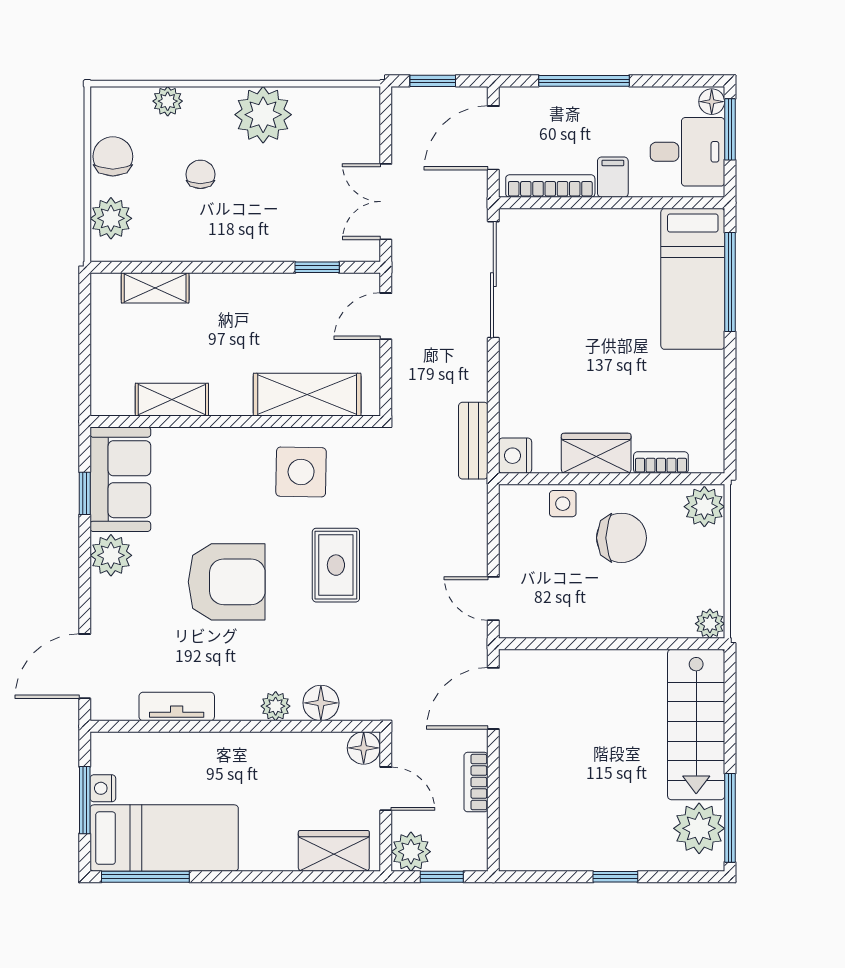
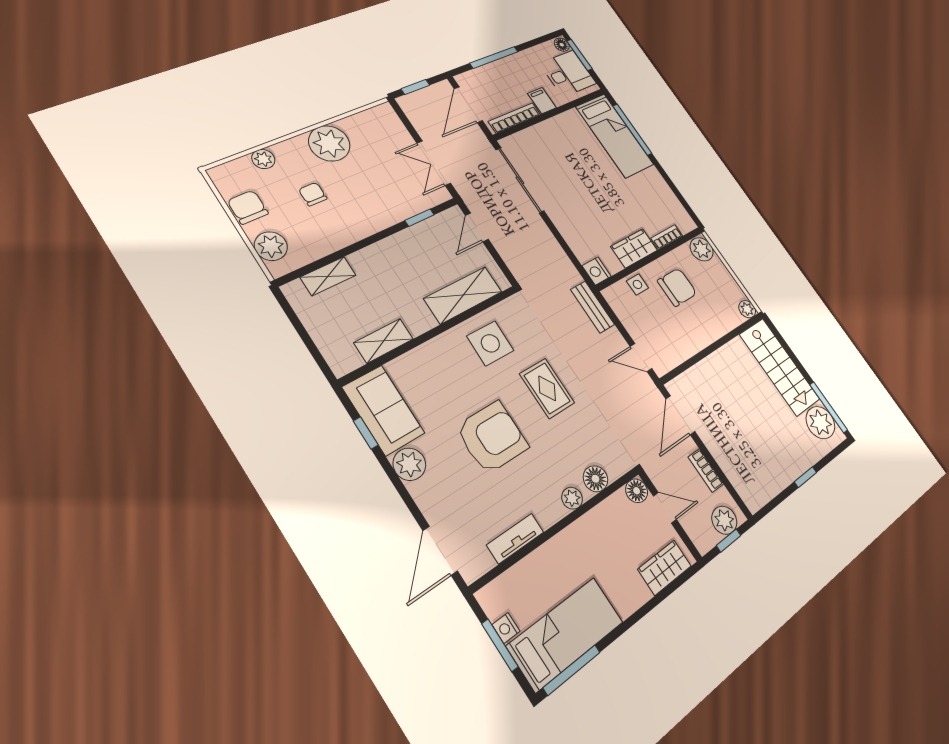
bench: (473, 441) -> (593, 307), moved
plant: (411, 852) -> (724, 520), moved

